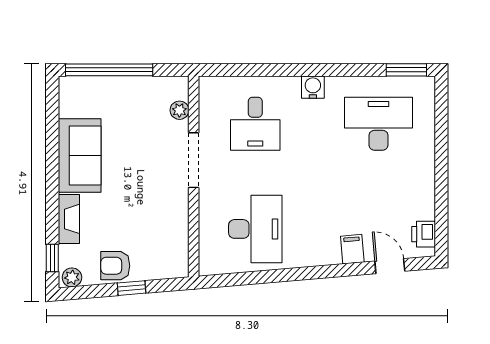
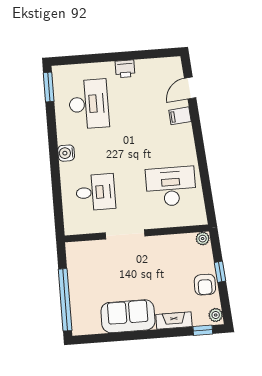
plant: (179, 110) -> (203, 239), moved
desk: (378, 124) -> (89, 104), turned 180
printer: (424, 234) -> (125, 69), moved

